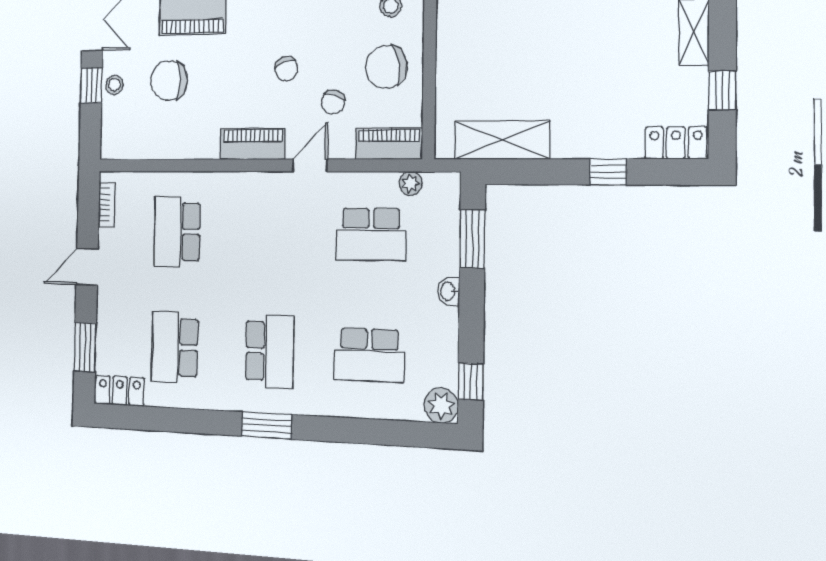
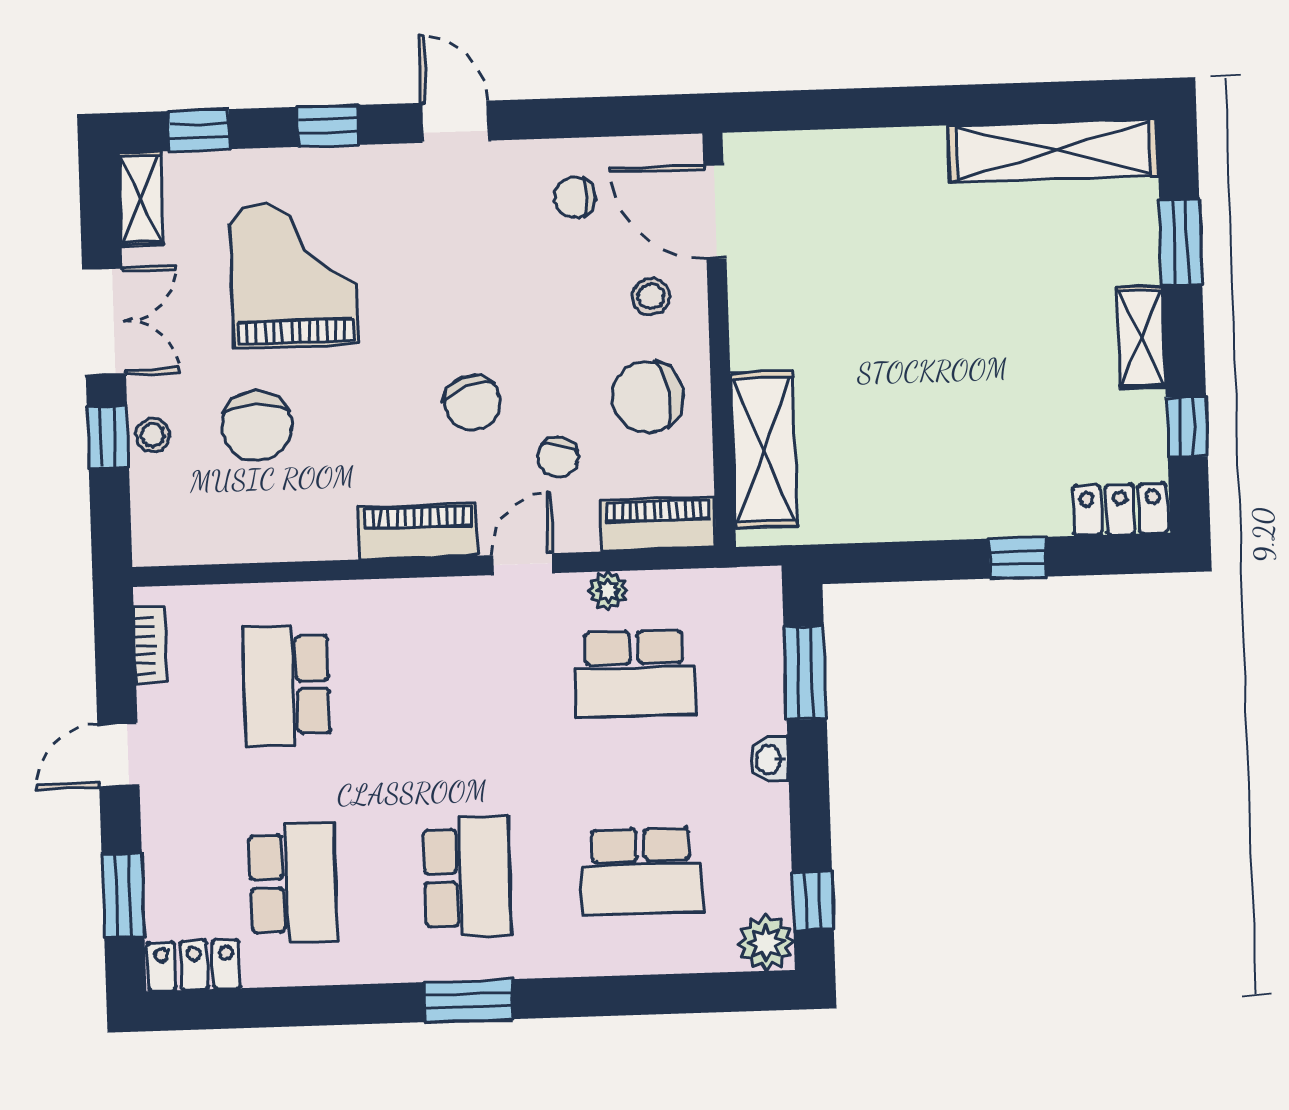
chair: (286, 69) -> (472, 403), width x1.37, depth x1.37
chair: (169, 81) -> (257, 426), turned -90
shelving: (502, 140) -> (764, 450), moved, turned 90
plant: (411, 183) -> (608, 591), moved
school desk: (174, 347) -> (293, 883), turned 180

